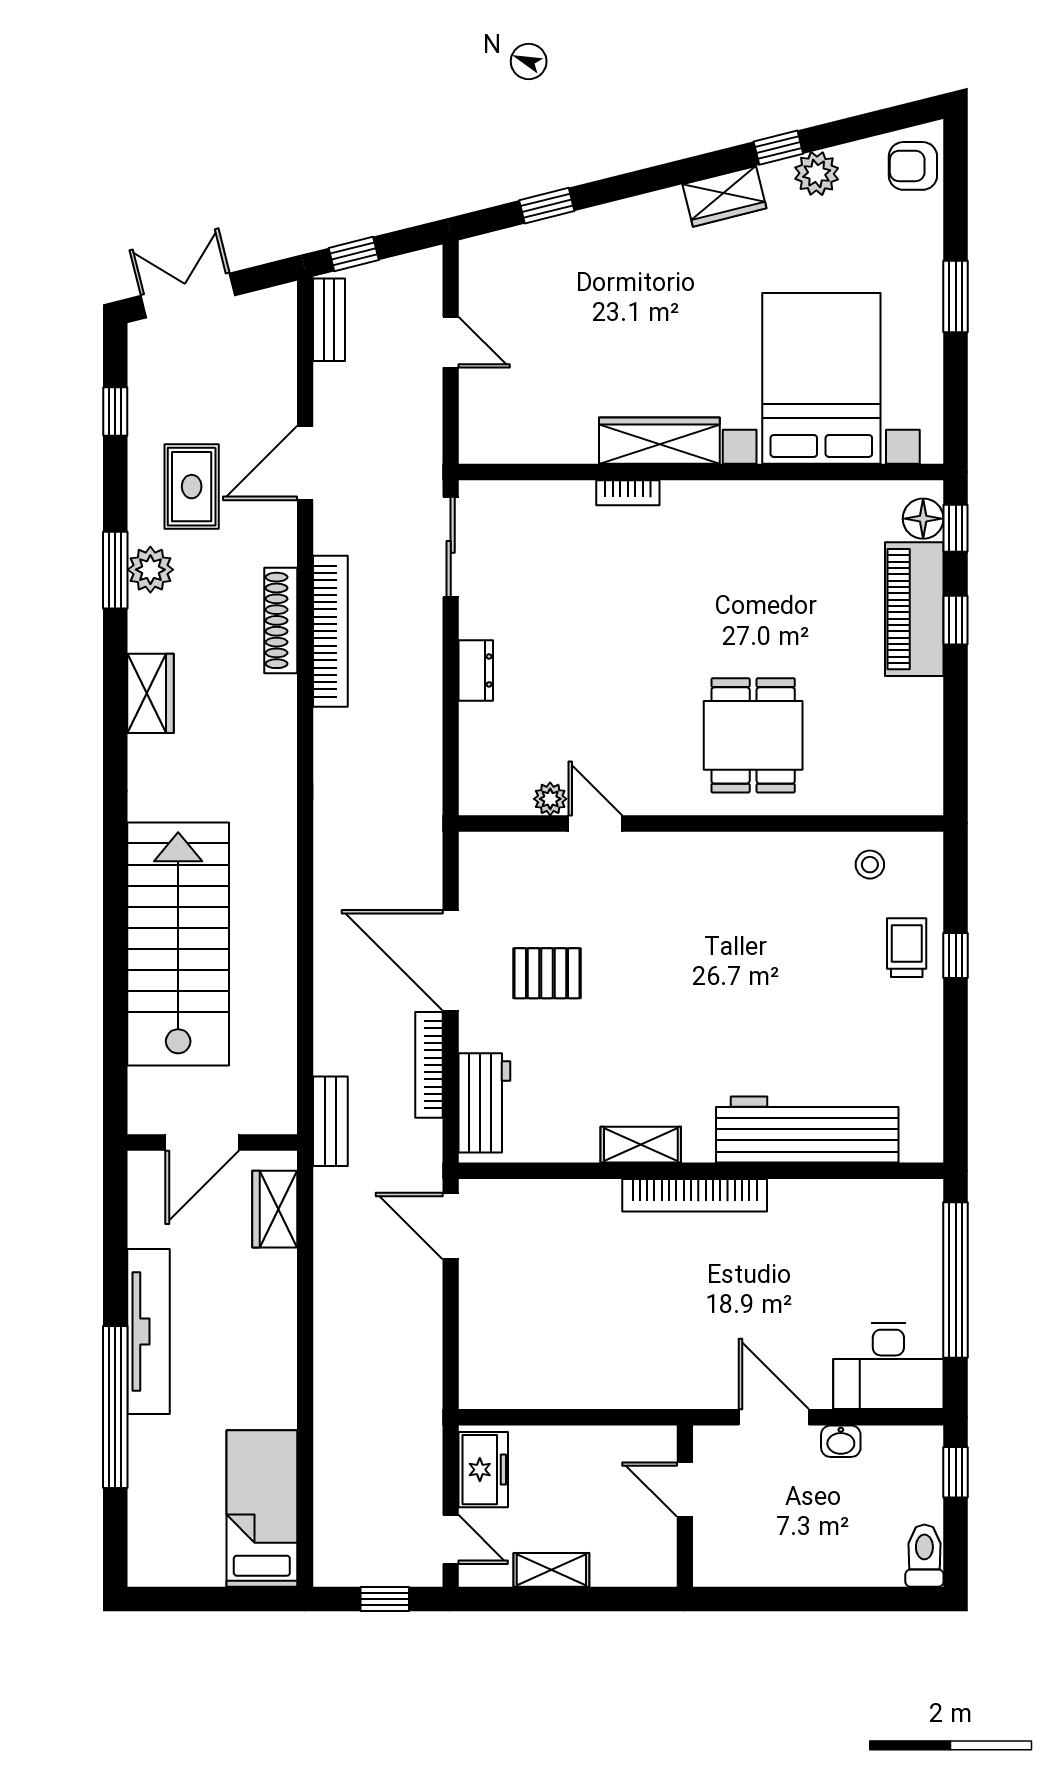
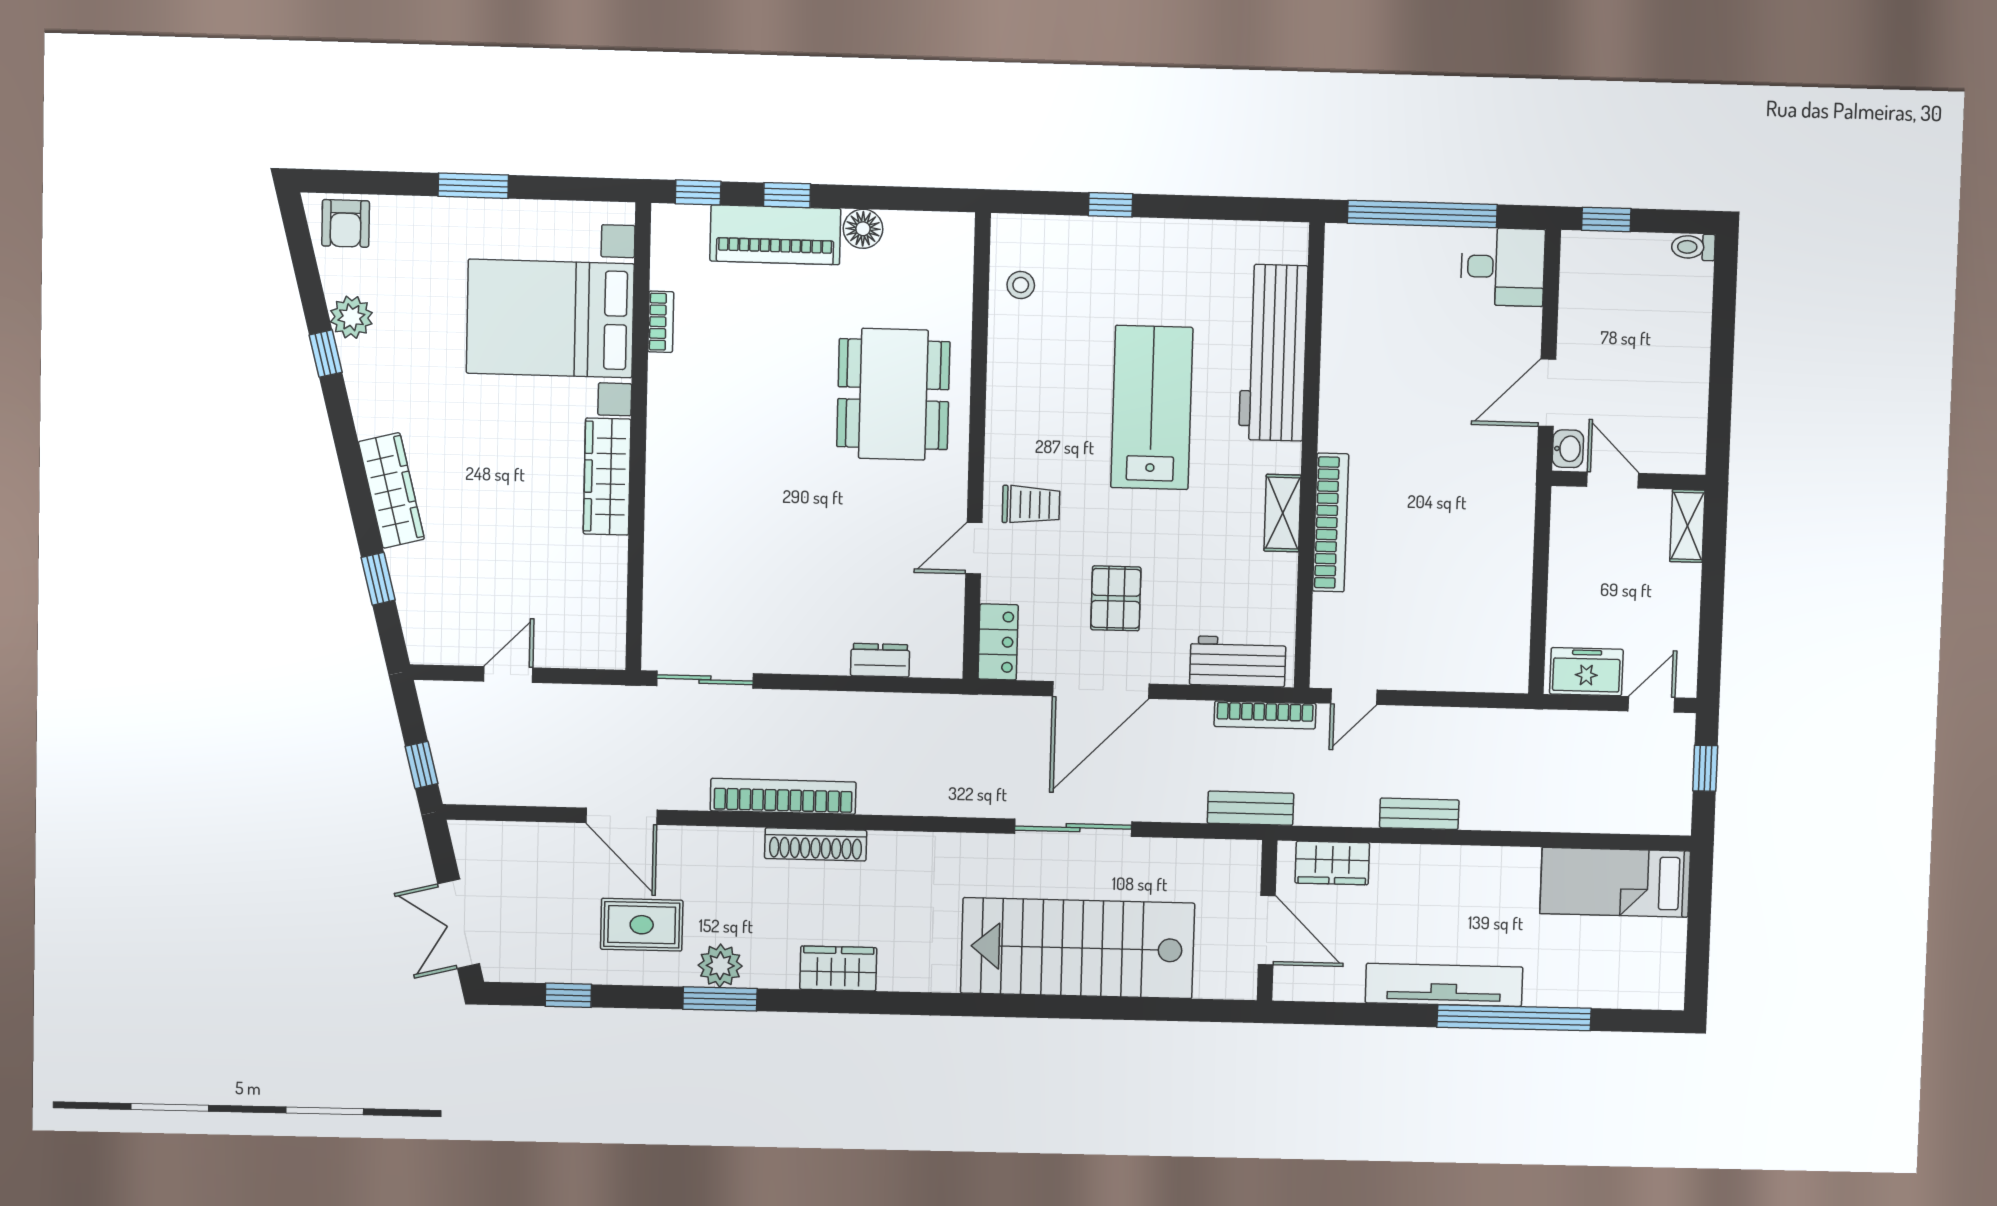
wardrobe: (724, 196) -> (391, 490), moved, width x1.50
bench: (329, 320) -> (1419, 814), moved
bookcase: (628, 493) -> (661, 322), moved
floor lamp: (923, 519) -> (863, 229), moved
shoe rack: (281, 620) -> (816, 844), moved
dresser: (476, 670) -> (880, 660), moved
dining table: (753, 735) -> (893, 394), width x1.37
plant: (550, 799) -> (949, 591), removed
locker: (498, 851) -> (998, 642), added
sliding door: (305, 936) -> (1073, 828), added
trolley: (907, 948) -> (1031, 505), moved, turned 180
lab bench: (747, 1005) -> (1152, 408), added
bookcase: (429, 1065) -> (1265, 715), moved
bookcase: (695, 1195) -> (1331, 523), moved
door: (451, 1226) -> (1354, 697), width x0.73
desk: (888, 1366) -> (1503, 267), width x0.73
washbasin: (841, 1441) -> (1568, 449), moved
door: (685, 1489) -> (1613, 480), swing flipped
toilet: (924, 1556) -> (1693, 247), width x0.73, depth x0.72
shelving: (551, 1570) -> (1687, 526), moved

